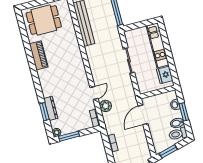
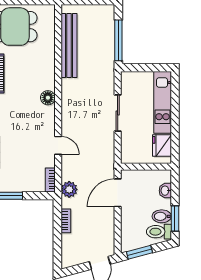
floor lamp: (79, 62) -> (48, 98), added
door: (94, 93) -> (58, 145), hinge flipped
plant: (106, 106) -> (69, 189), moved
window: (184, 112) -> (175, 218), moved

